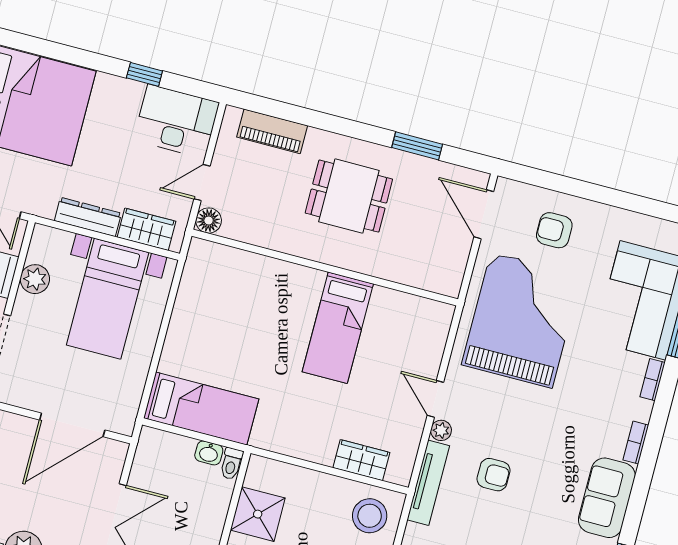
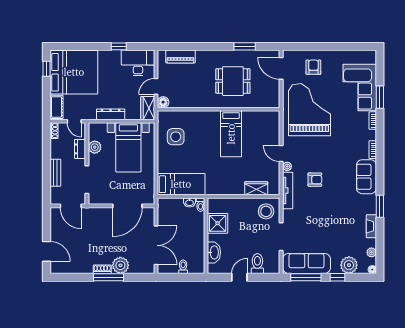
dining table: (349, 196) -> (233, 81), moved
wardrobe: (147, 229) -> (148, 108), moved, turned -90
armchair: (554, 230) -> (313, 67), turned 90
side table: (216, 303) -> (176, 137), added

